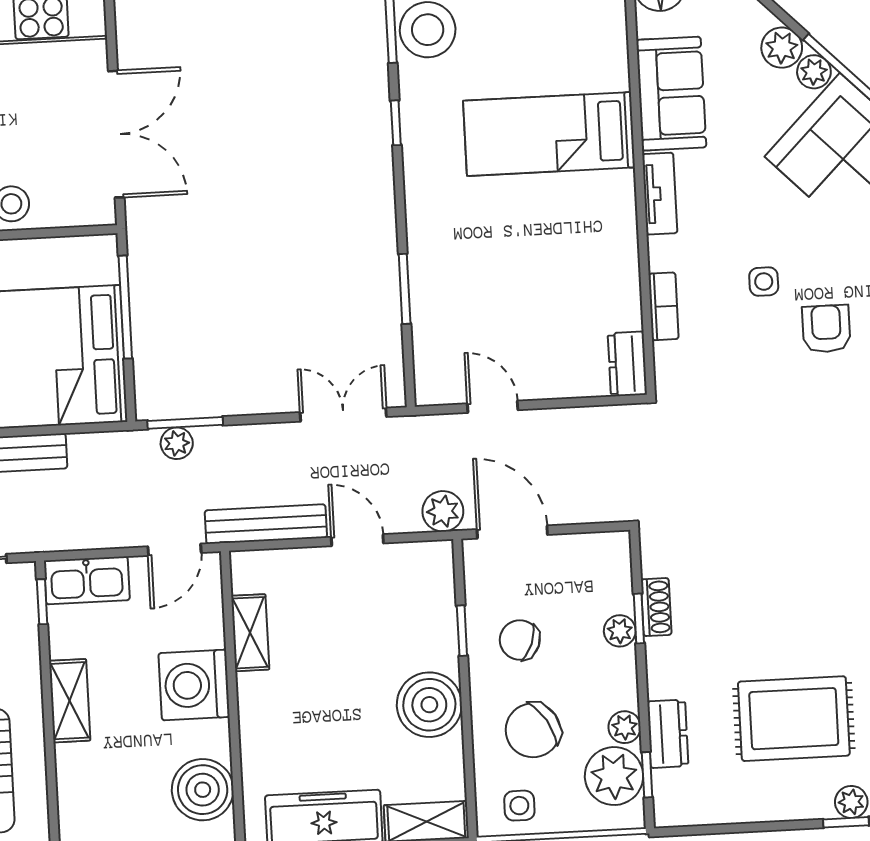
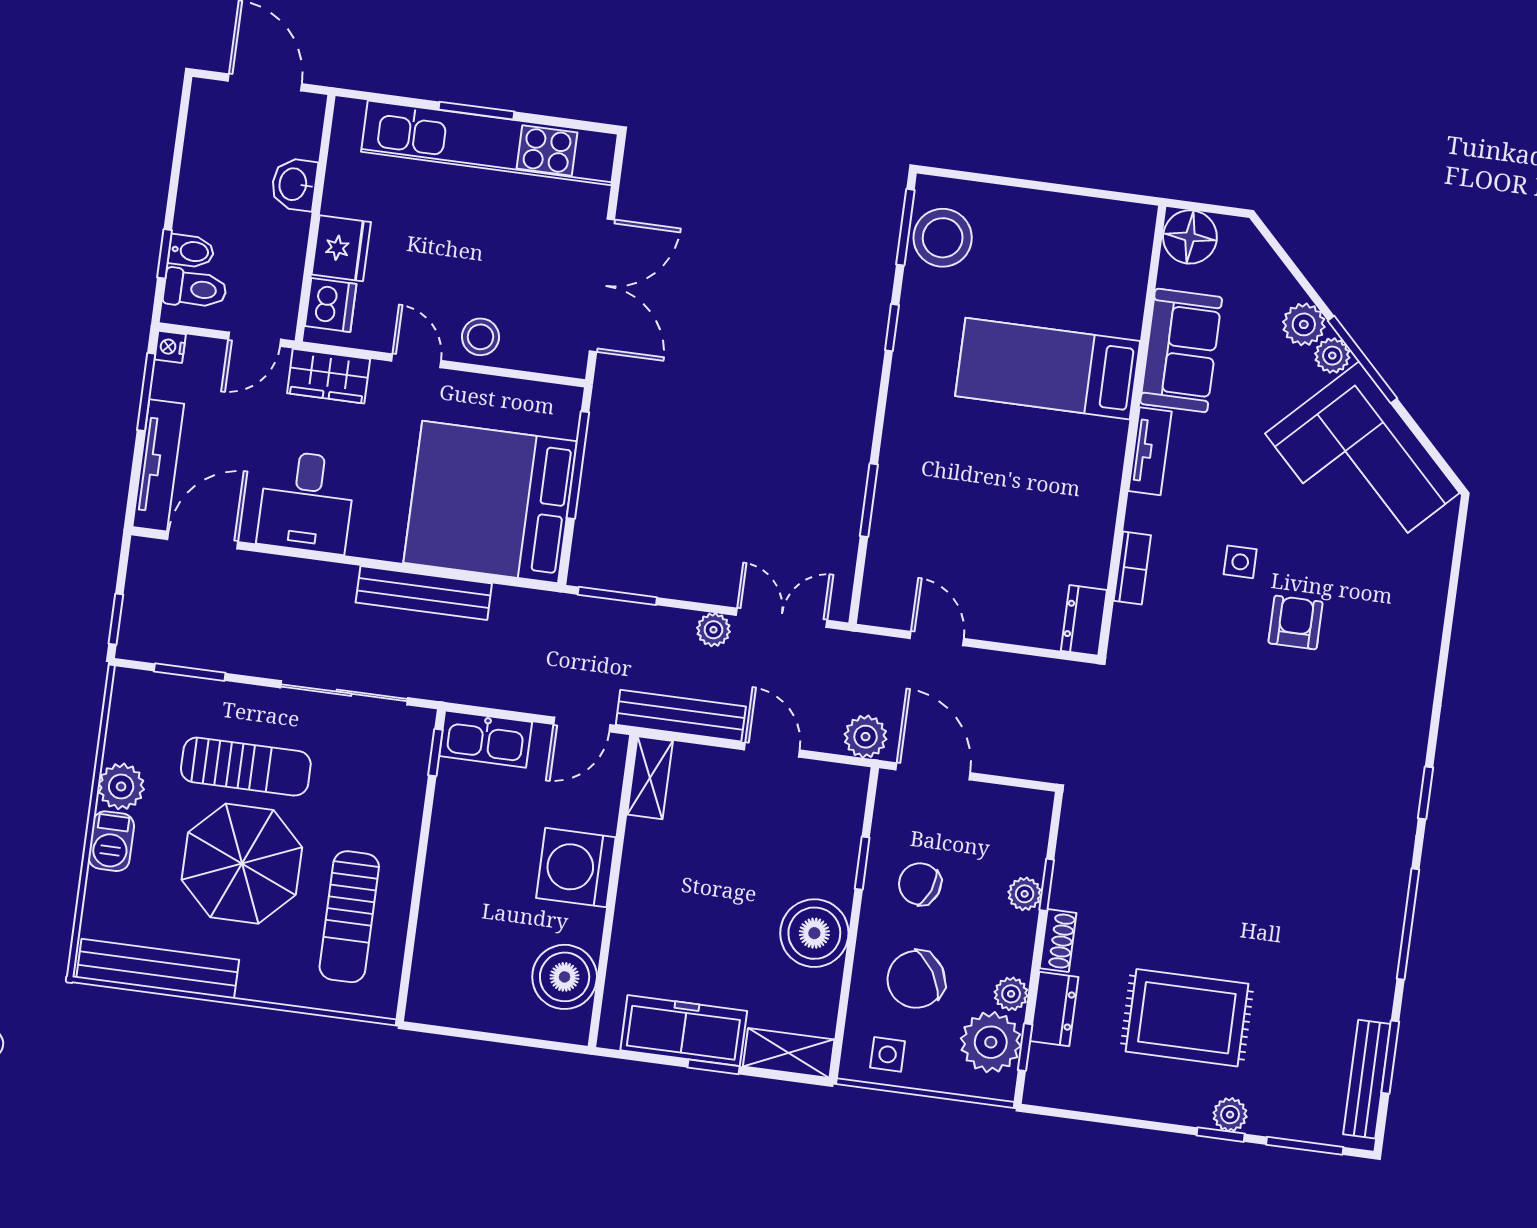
plant: (177, 443) -> (713, 630), moved
shoe rack: (656, 607) -> (1058, 941), moved
shelving: (250, 633) -> (650, 778), moved
shelving: (70, 701) -> (445, 860), removed

